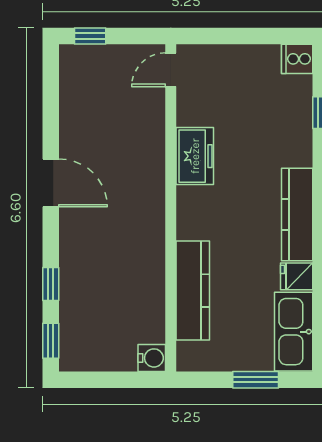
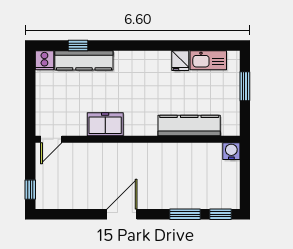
door: (171, 70) -> (51, 139), hinge flipped
kitchen counter: (297, 214) -> (84, 60), moved
window: (51, 284) -> (185, 214), width x1.50
kitchen sink: (294, 332) -> (208, 60), width x0.73, depth x0.81

